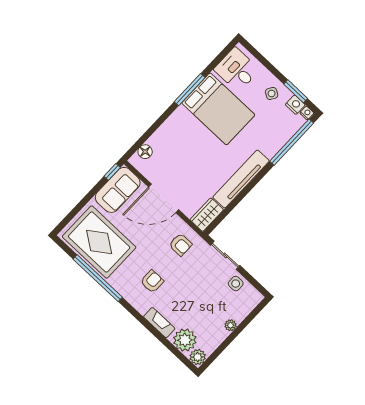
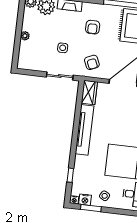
window: (292, 142) -> (70, 175), width x0.32
armchair: (180, 245) -> (92, 62), turned -113
side table: (236, 284) -> (63, 48), moved

